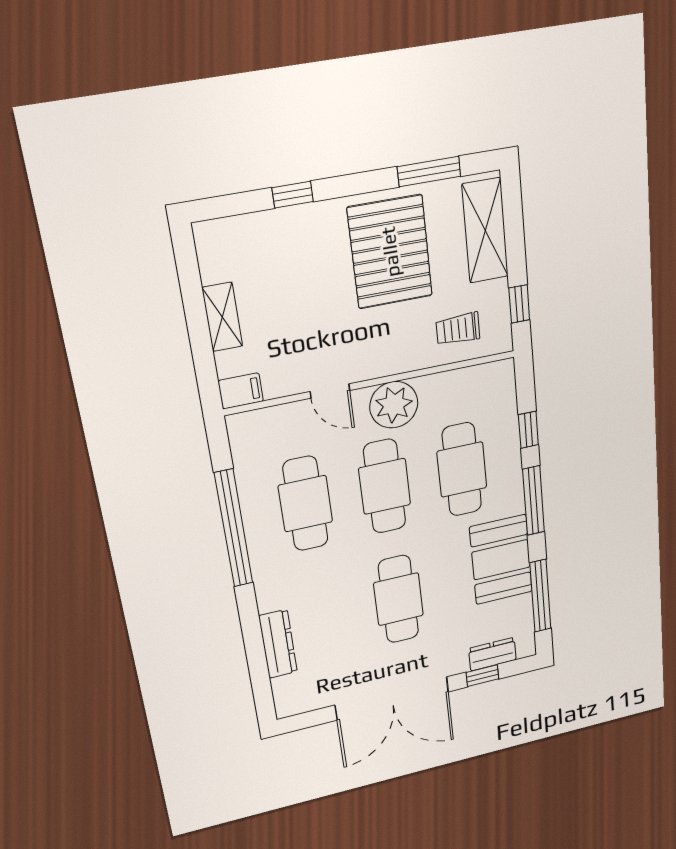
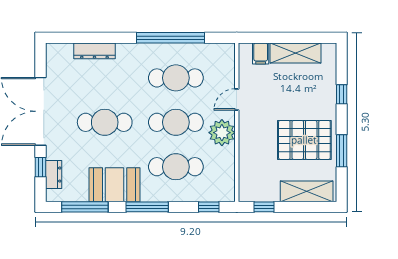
window: (429, 171) -> (342, 151), moved
shelving: (222, 317) -> (295, 53), width x1.50, depth x1.33
trolley: (458, 329) -> (257, 172), removed
filing cabinet: (241, 391) -> (261, 53), moved
window: (528, 430) -> (209, 207), moved

